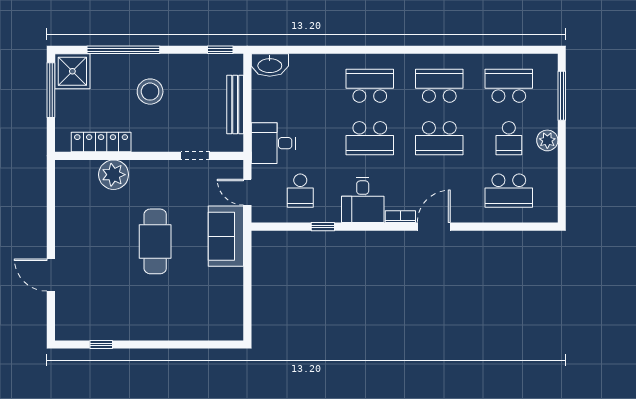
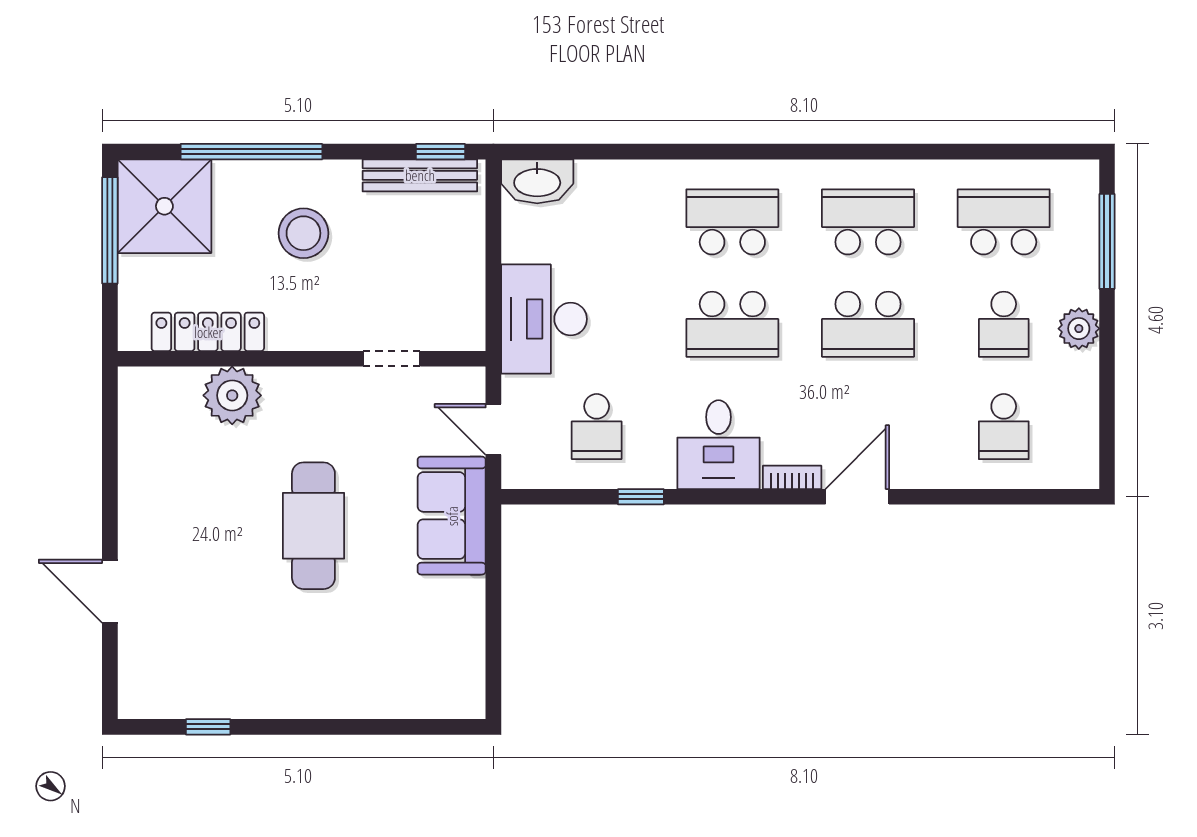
shower: (72, 71) -> (164, 206), width x1.37, depth x1.37
bench: (235, 104) -> (420, 175), moved, turned 90
desk: (273, 143) -> (544, 319), width x1.37
school desk: (509, 191) -> (1004, 427), width x0.54

